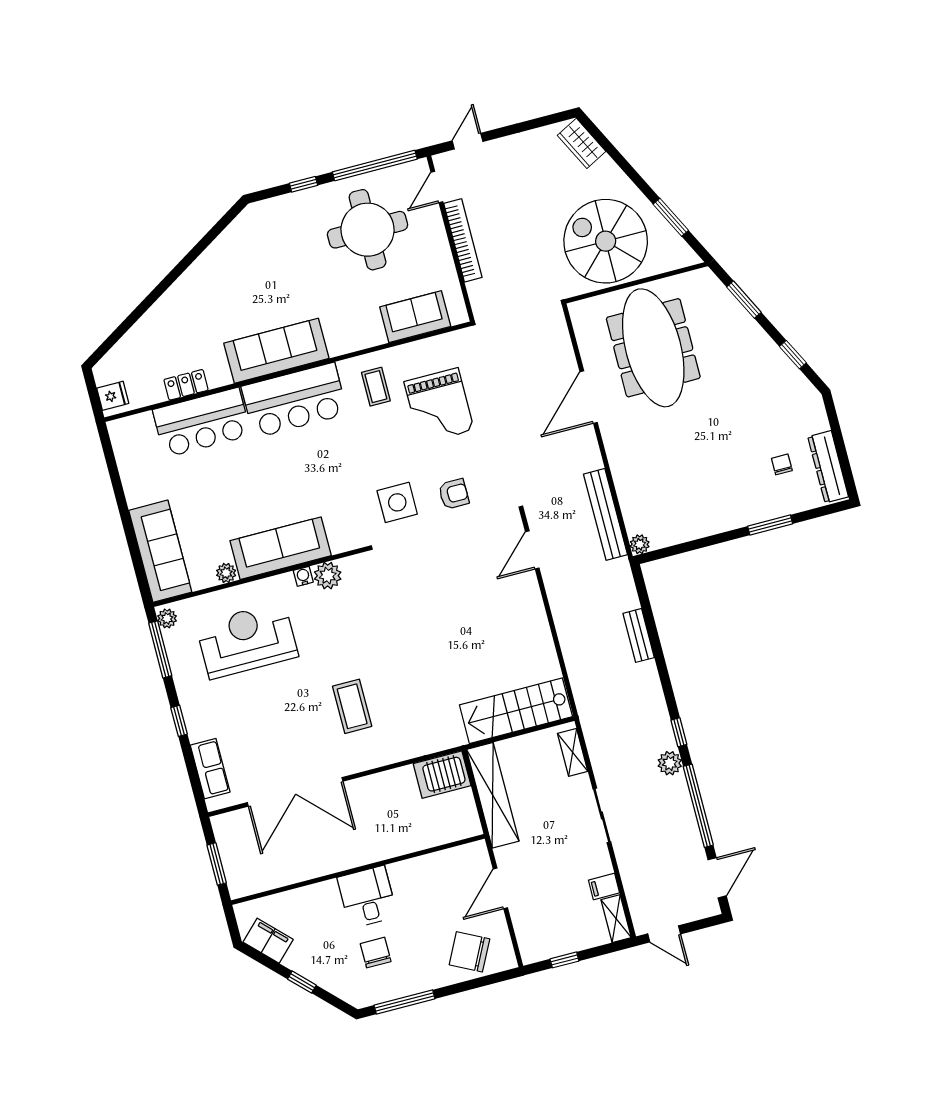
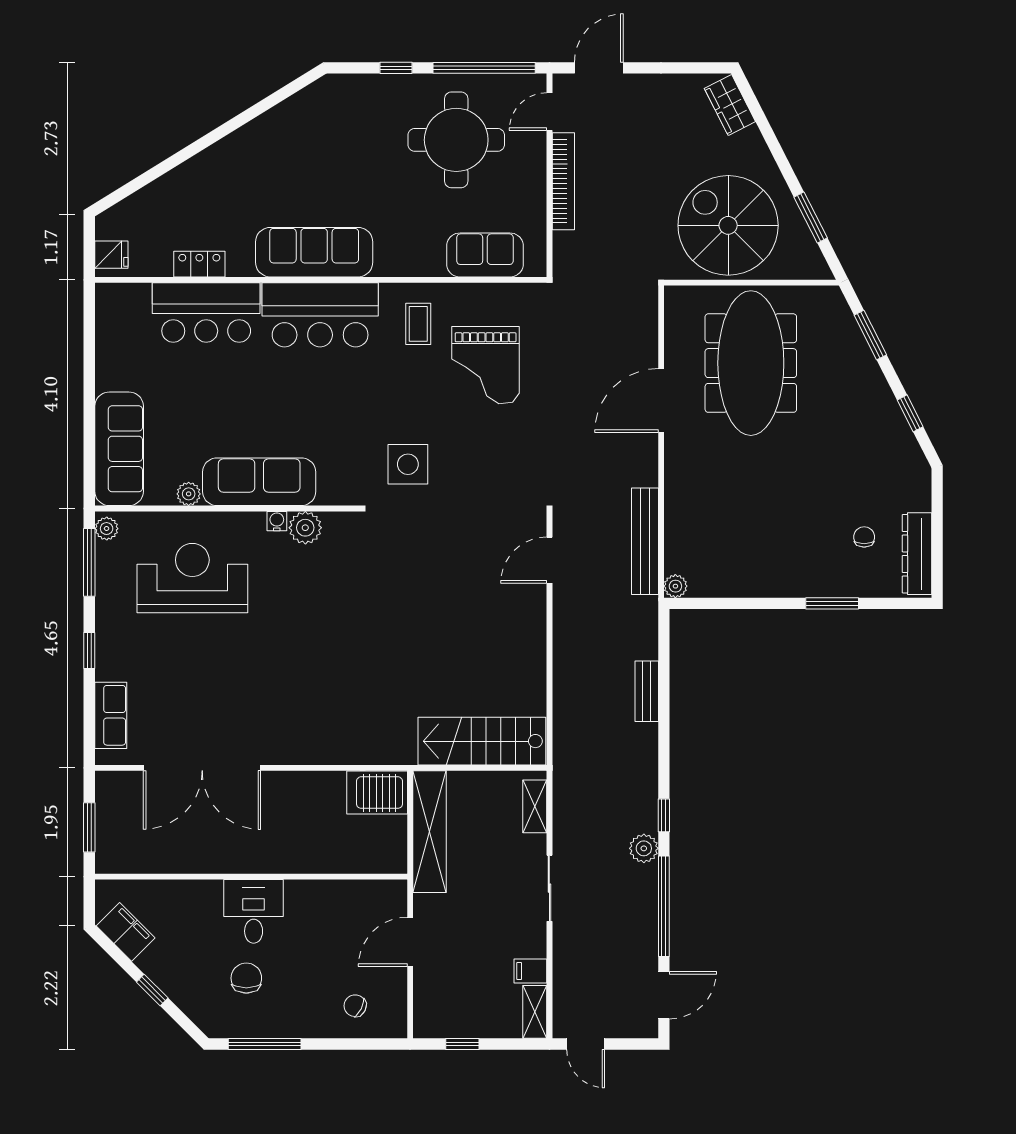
door: (468, 141) -> (599, 68), width x1.38
armchair: (454, 494) -> (476, 472), removed
coffee table: (352, 706) -> (294, 686), removed
chair: (469, 952) -> (355, 1006), width x0.54, depth x0.54

